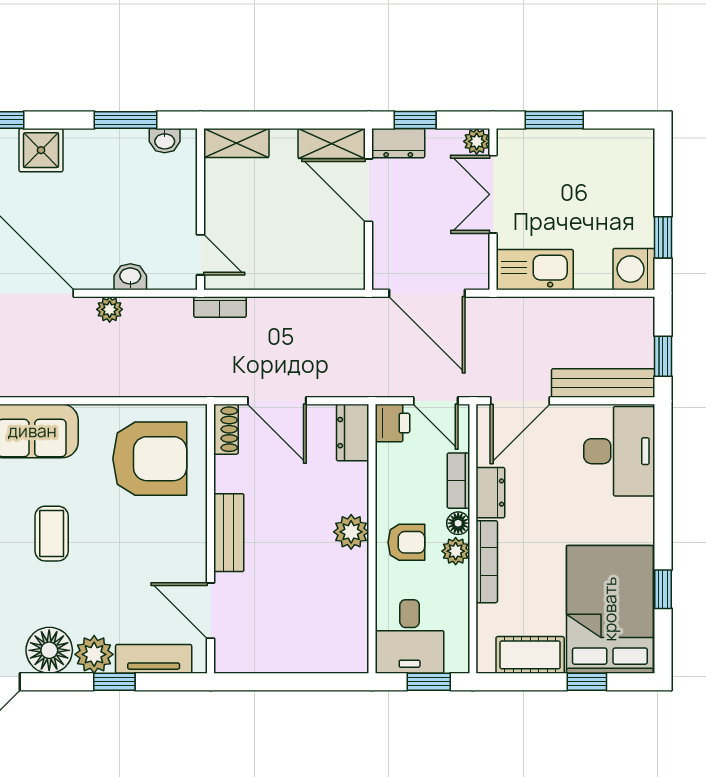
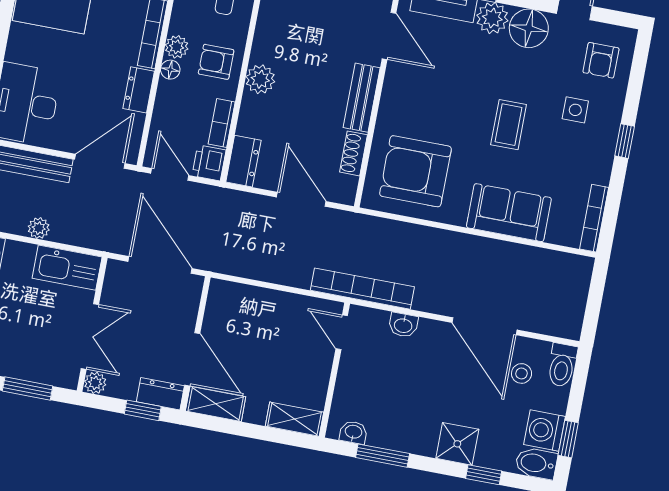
bookcase: (220, 307) -> (362, 289), width x2.31, depth x1.31
plant: (110, 309) -> (39, 228), moved
shoe rack: (226, 429) -> (354, 153), moved
bookcase: (458, 481) -> (222, 123), moved, turned 180

